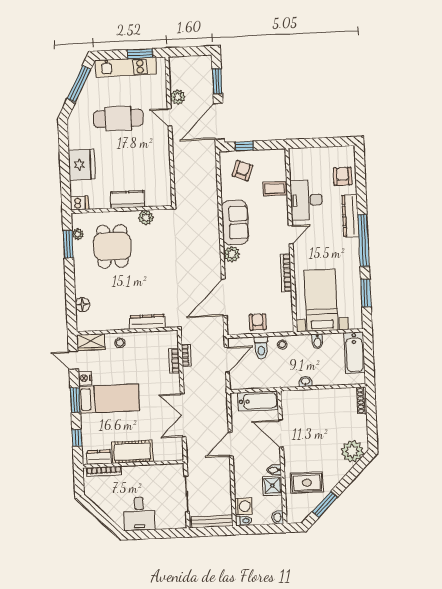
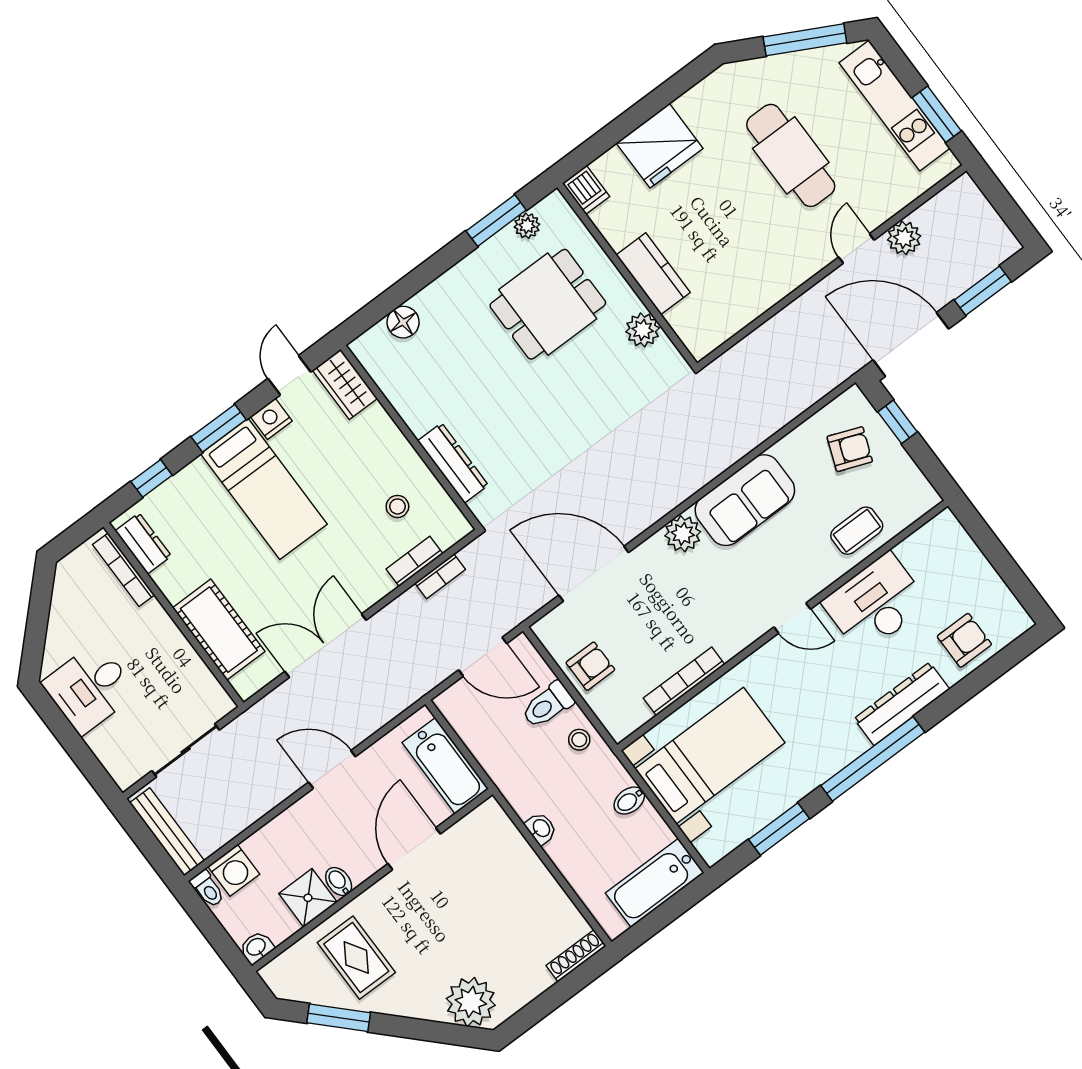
coffee table: (275, 189) -> (857, 531), turned 90
bookcase: (286, 273) -> (684, 681), moved
stool: (120, 343) -> (397, 506), moved
cot: (132, 452) -> (219, 630), moved

